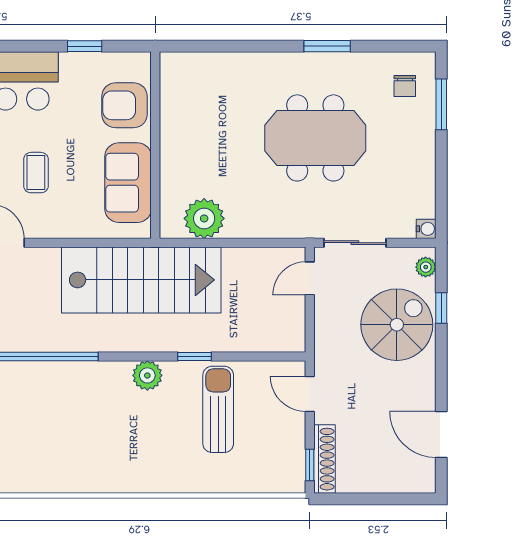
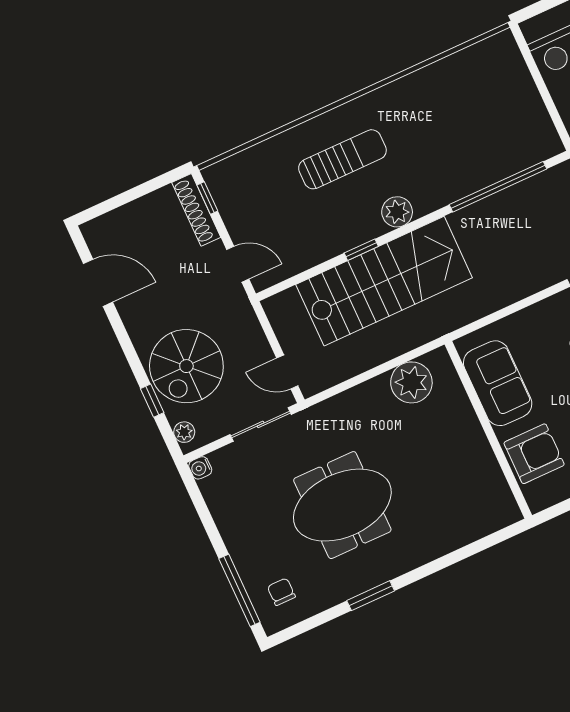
window: (441, 104) -> (239, 590), width x1.44
door: (310, 278) -> (287, 372), swing flipped
stairs: (141, 280) -> (384, 281), moved, turned 180
sun lounger: (218, 409) -> (342, 159), moved, turned -90

